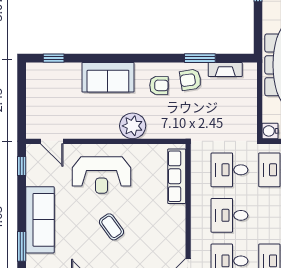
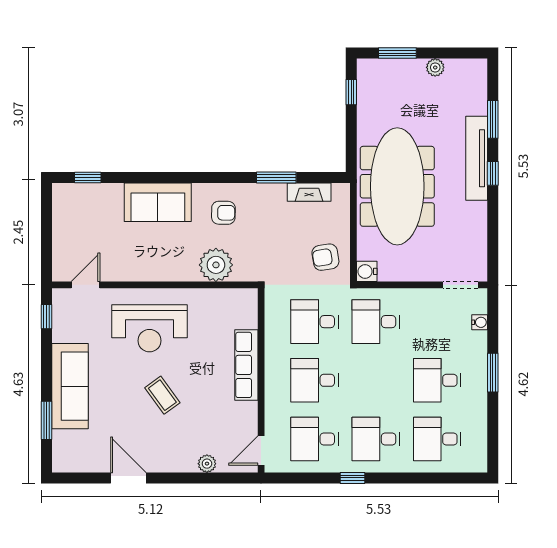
armchair: (191, 80) -> (325, 257), moved
plant: (133, 126) -> (216, 265), moved
door: (52, 141) -> (85, 285), swing flipped
row of seats: (177, 176) -> (246, 365), moved

